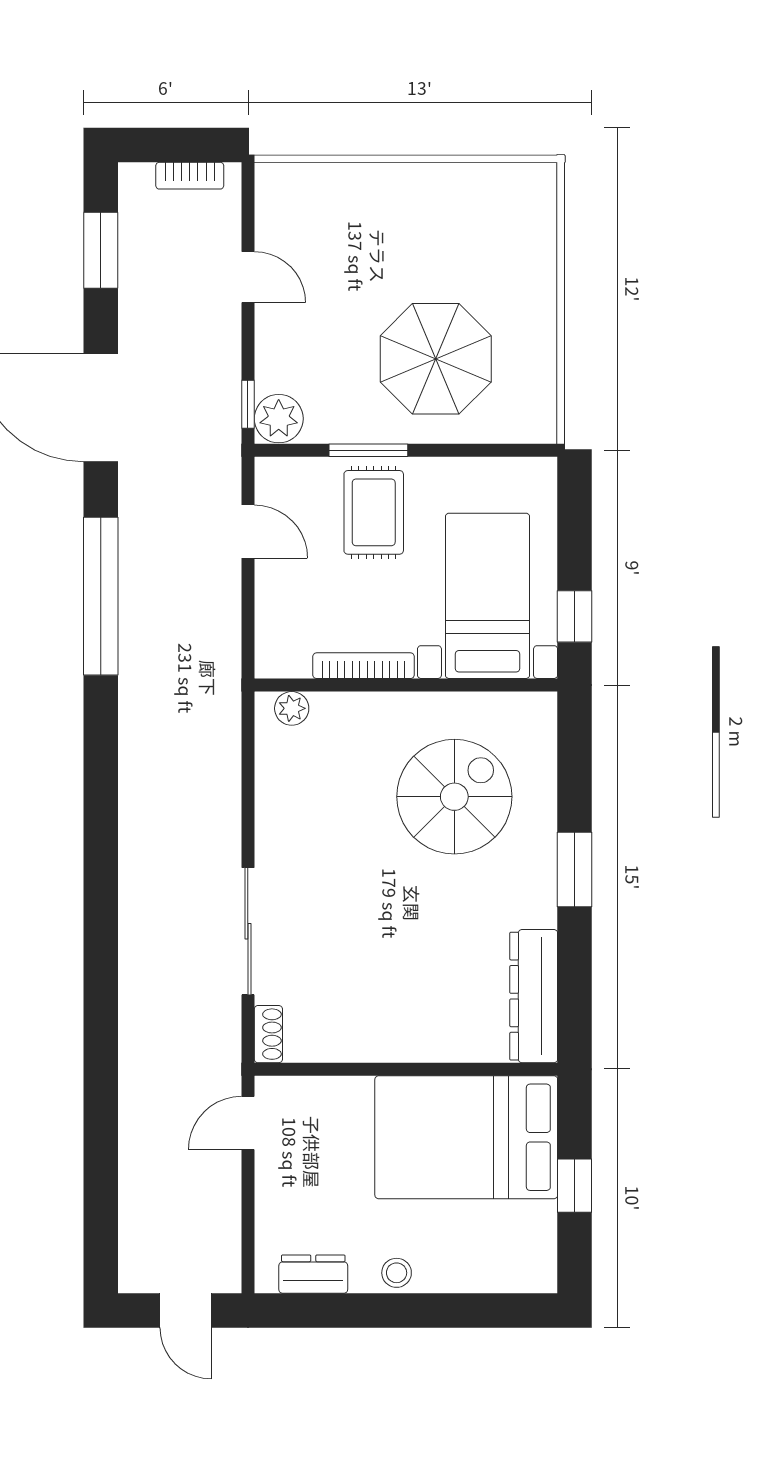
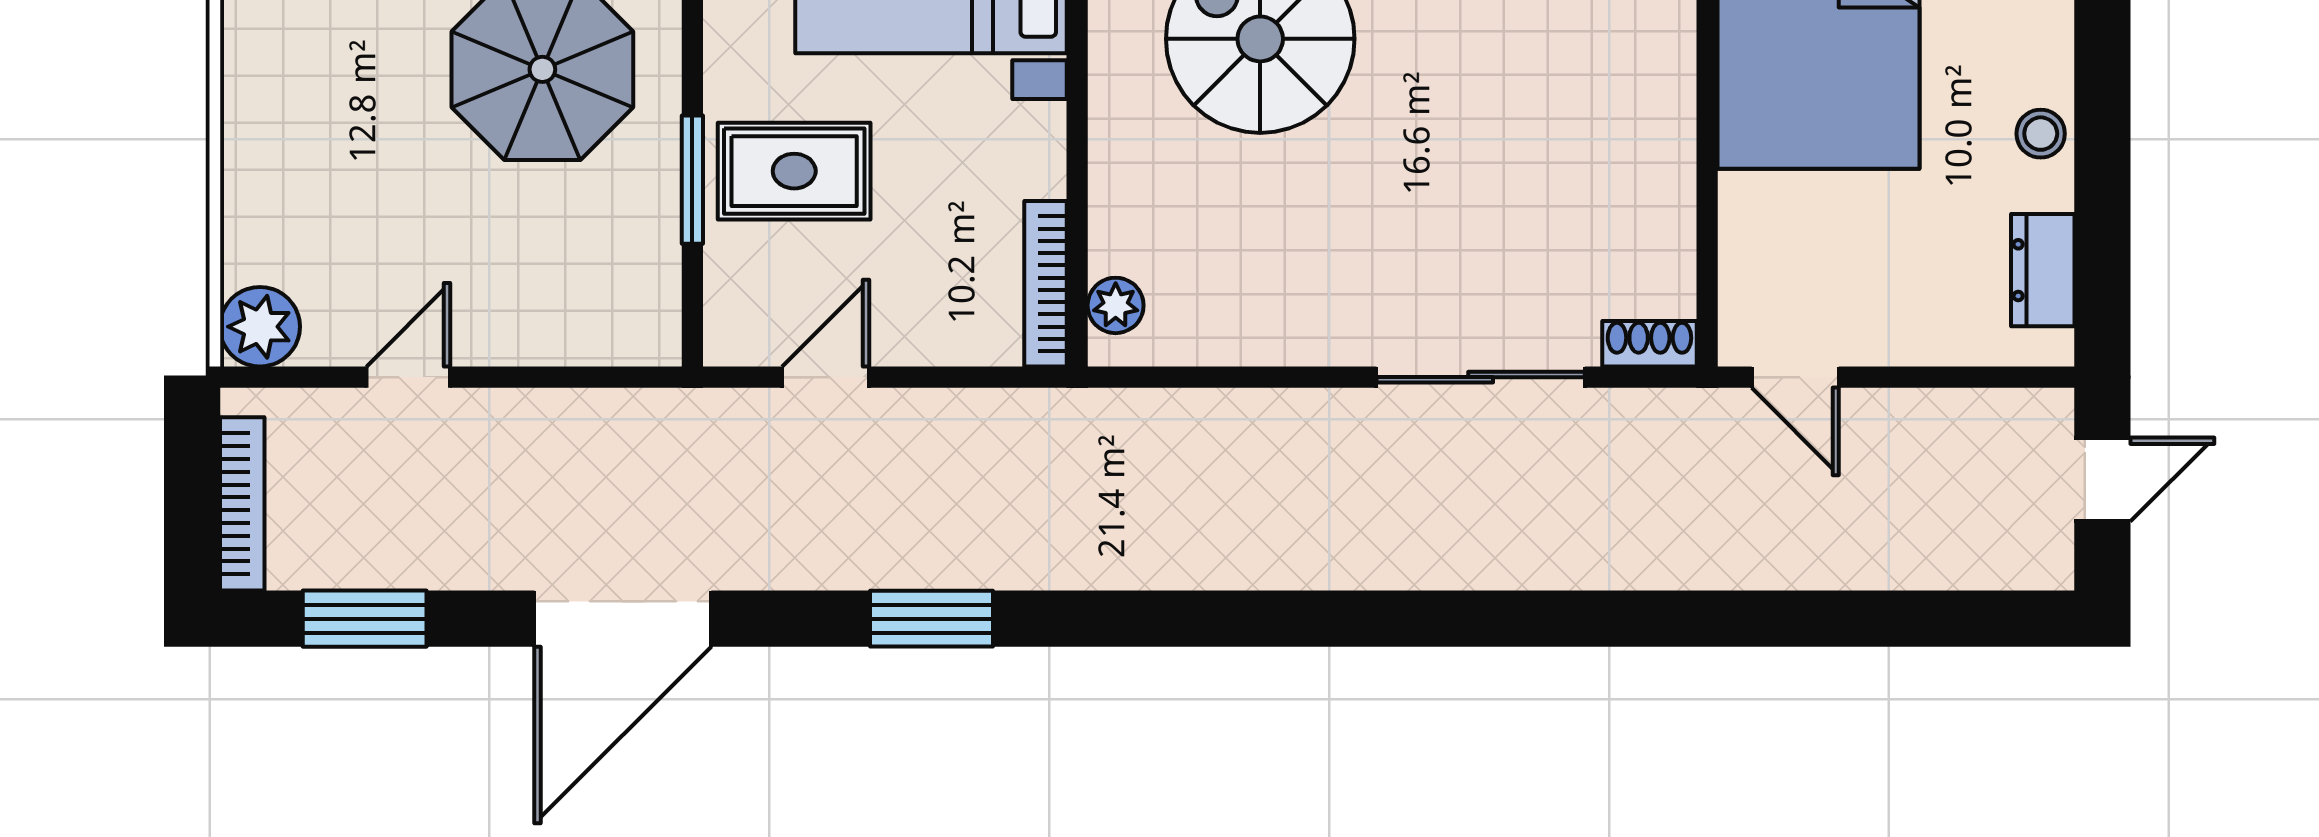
bookcase: (190, 176) -> (242, 504), width x1.56
window: (248, 404) -> (617, 377), removed
plant: (279, 419) -> (260, 327), moved
window: (101, 596) -> (931, 619), width x0.47
bookcase: (364, 666) -> (1046, 284), moved

